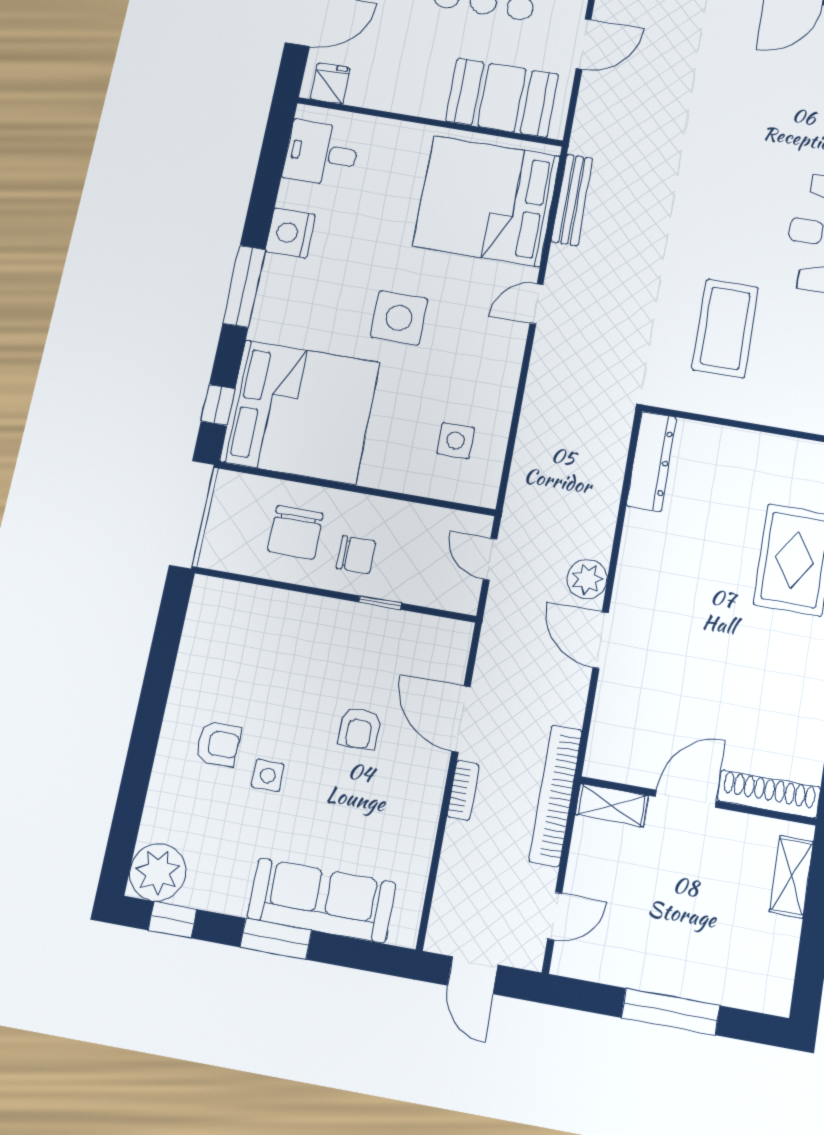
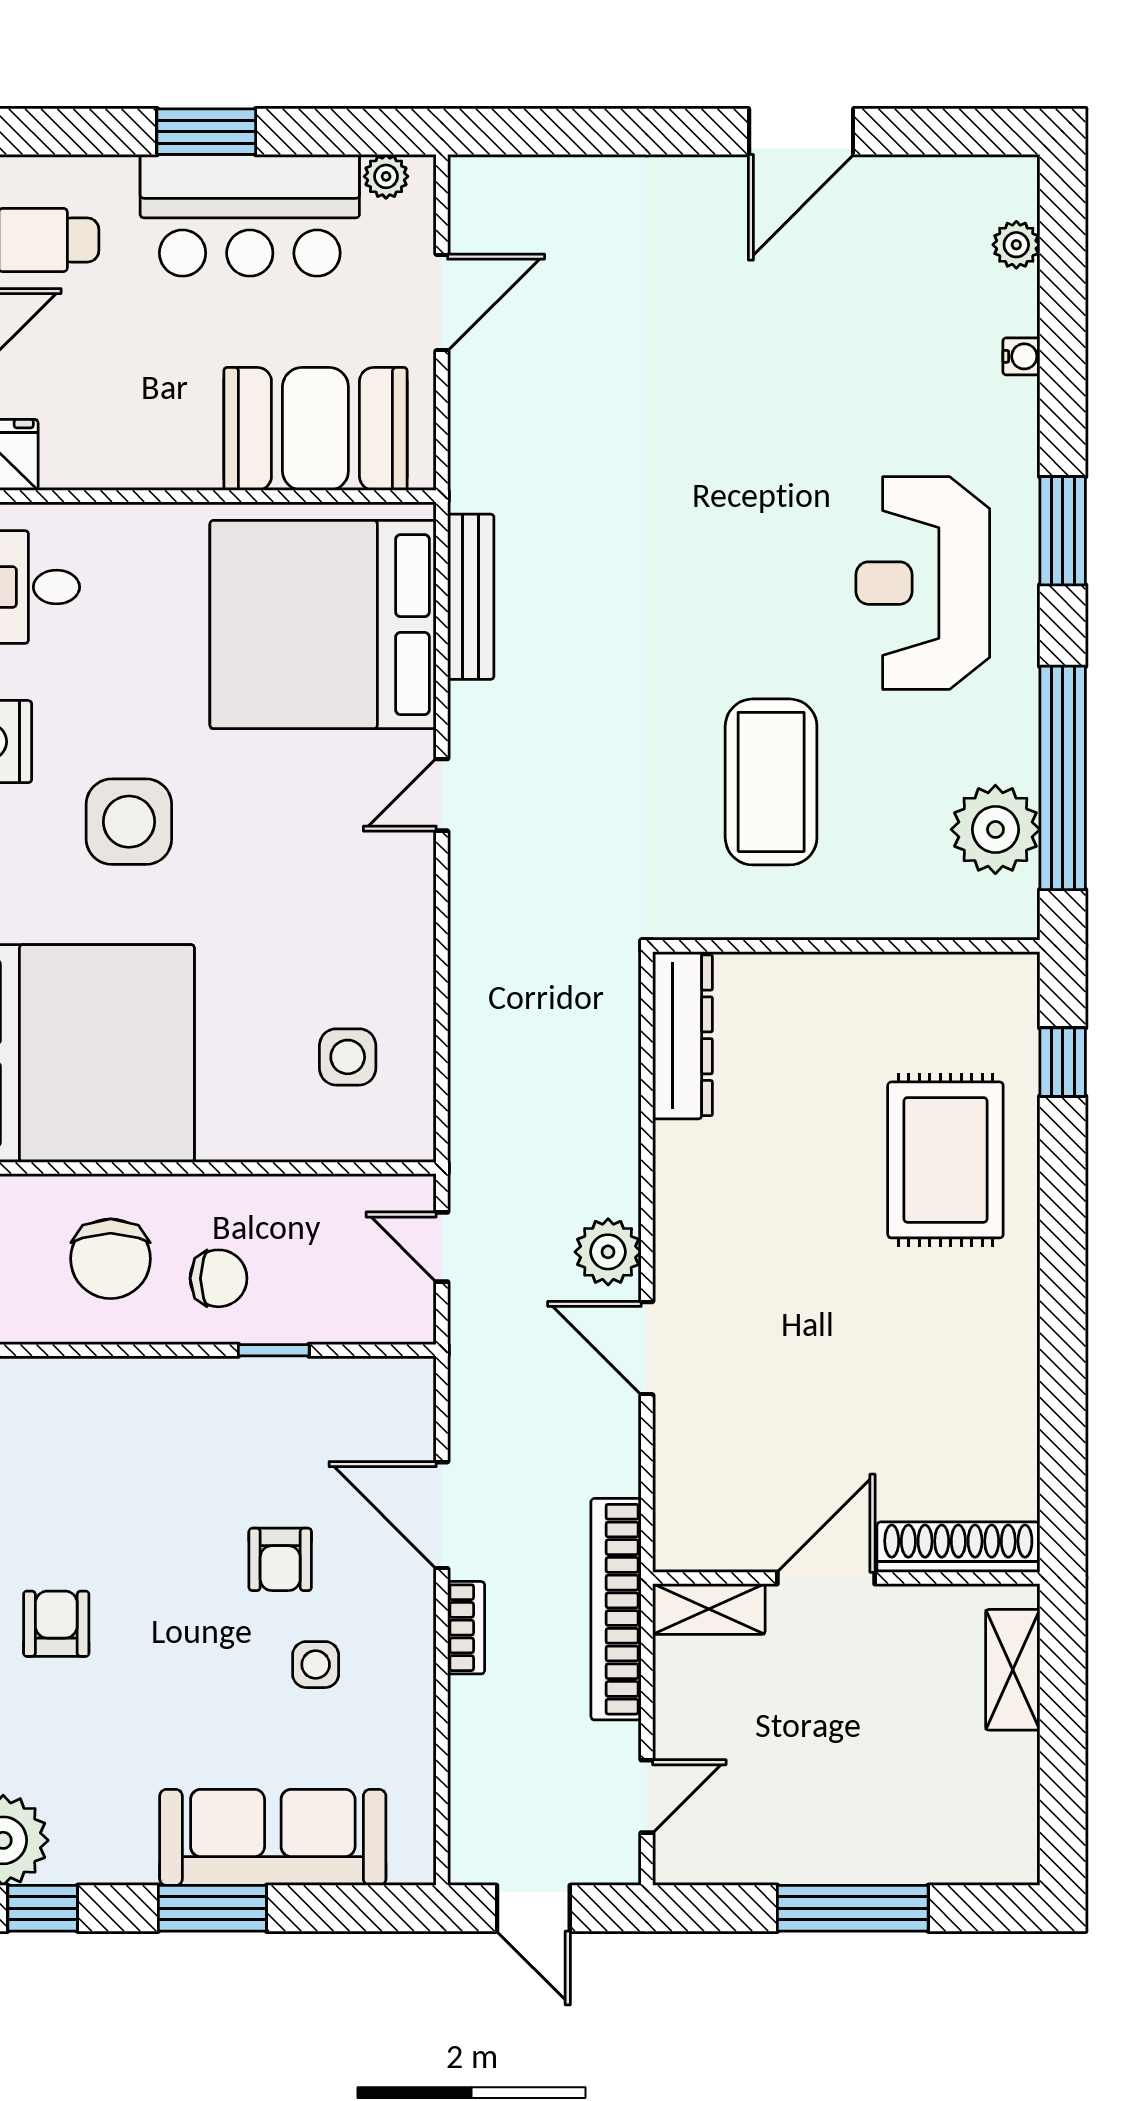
side table: (399, 318) -> (129, 822), moved
armchair: (218, 744) -> (56, 1624), turned -90
side table: (268, 775) -> (316, 1665), moved

